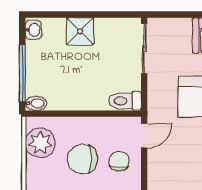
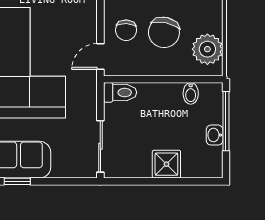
washbasin: (33, 30) -> (215, 135), moved
bidet: (36, 103) -> (191, 93), moved, turned -90
chair: (82, 159) -> (164, 32), turned 102

